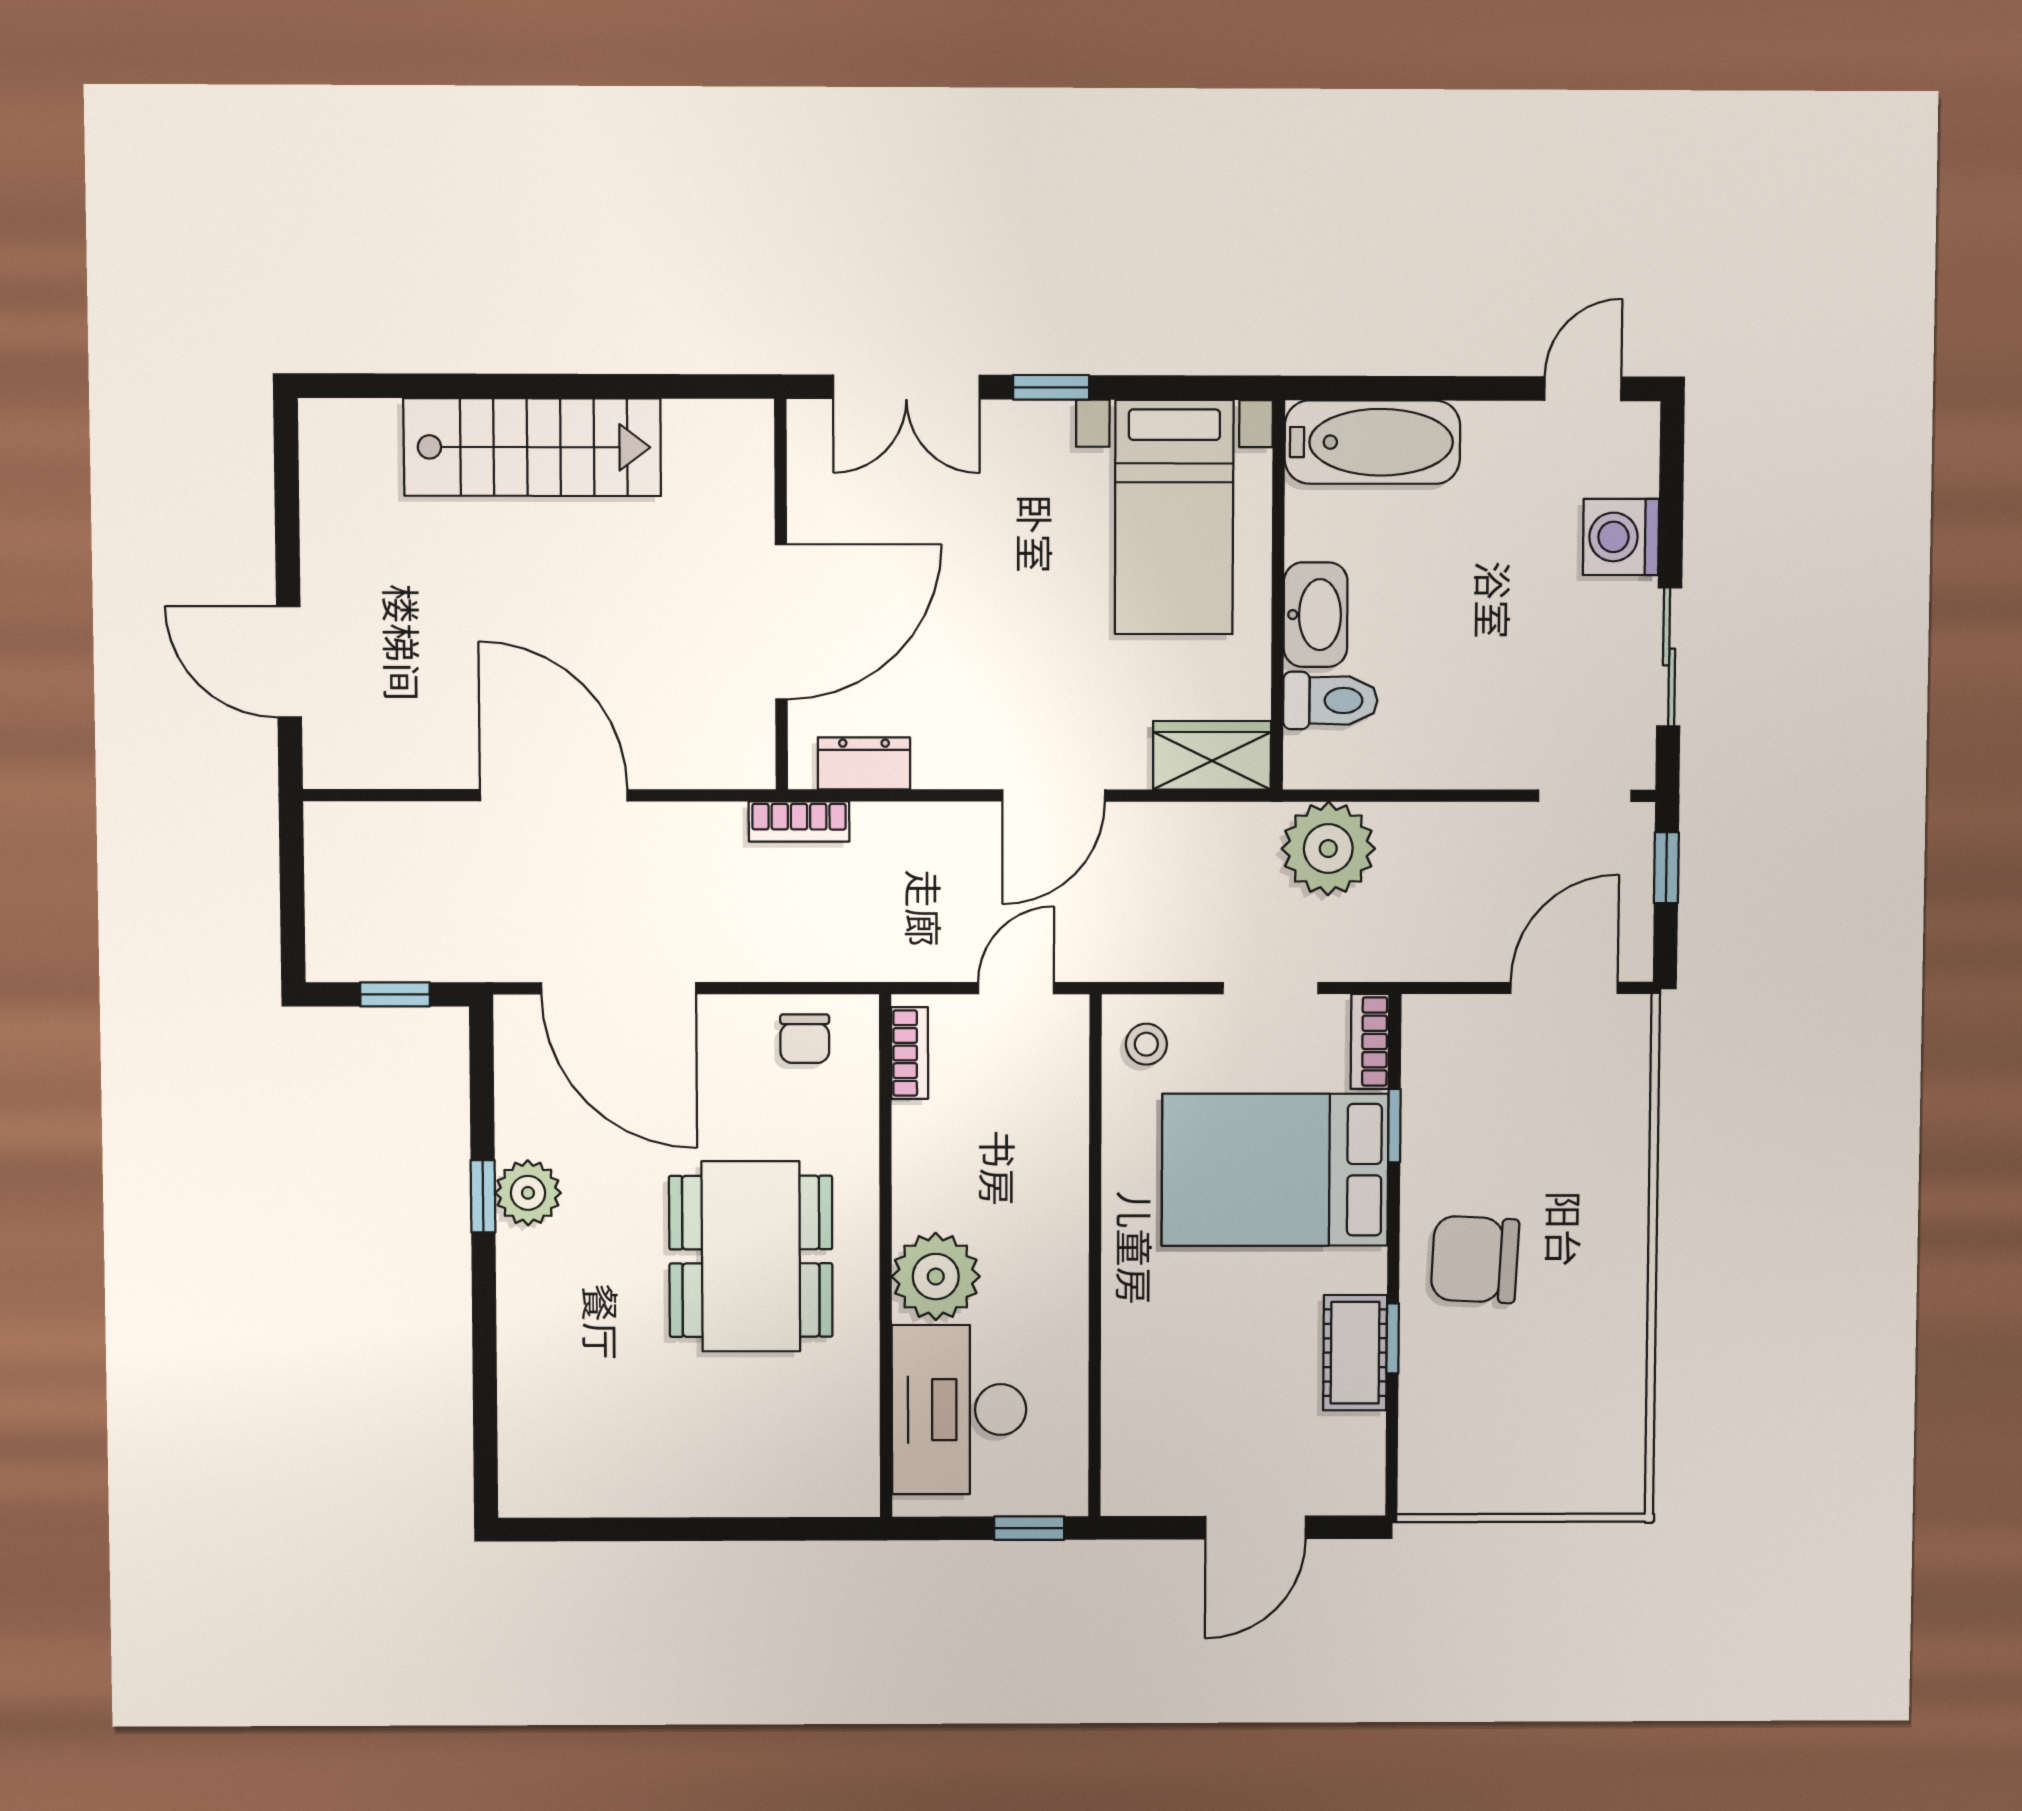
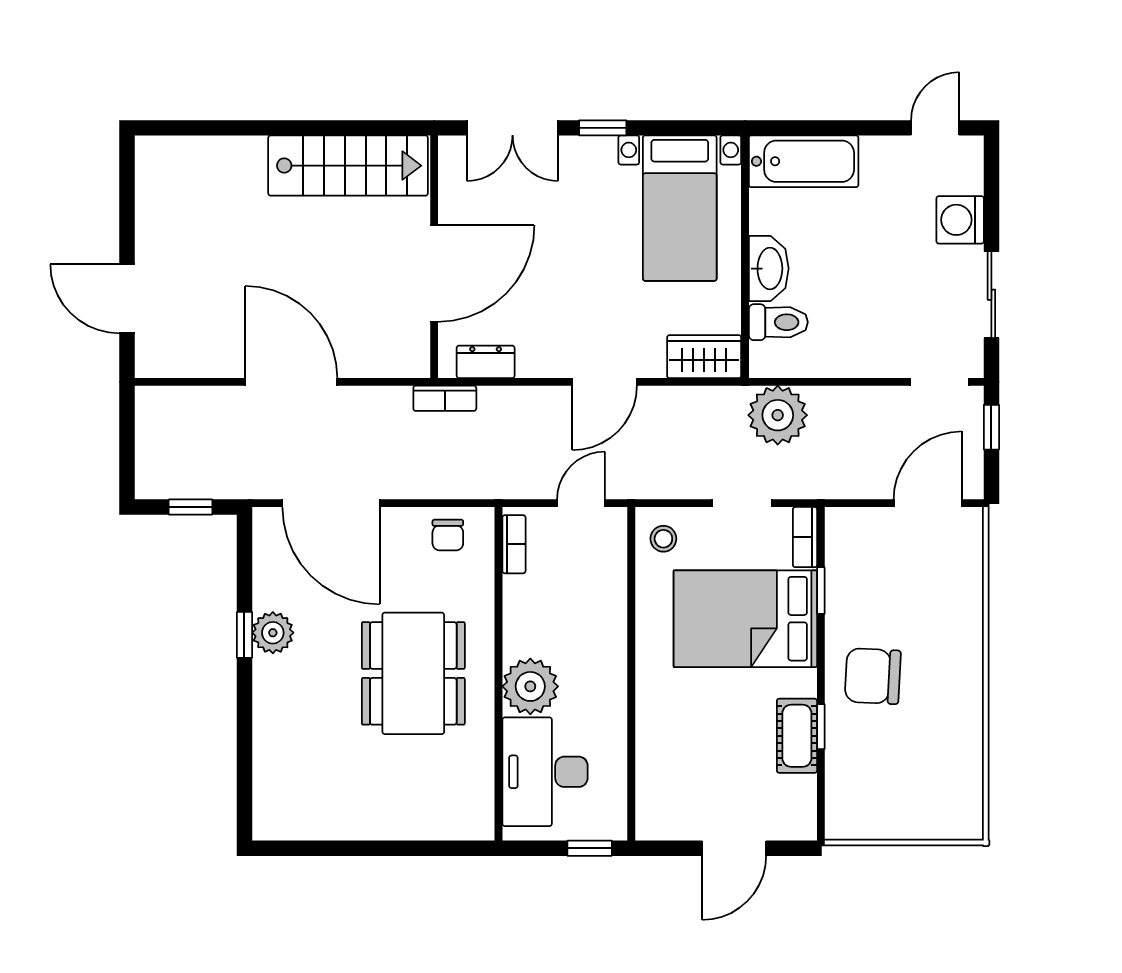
stairs: (532, 447) -> (348, 166), moved

